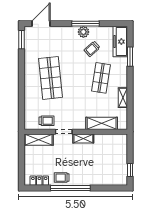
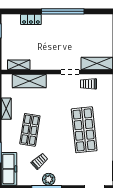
shelving: (83, 138) -> (19, 65), moved
trolley: (62, 178) -> (72, 23), removed
locker: (39, 181) -> (31, 19), moved

